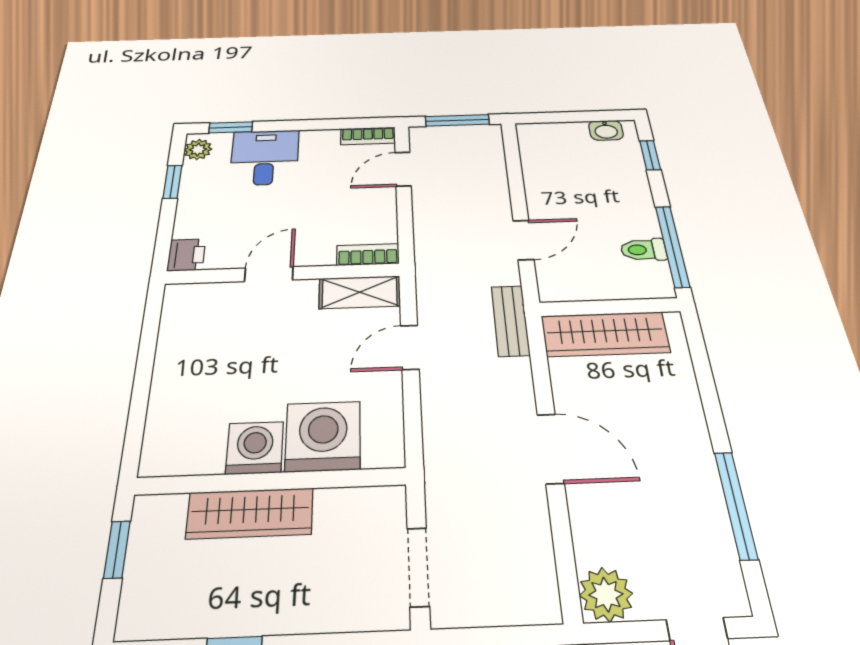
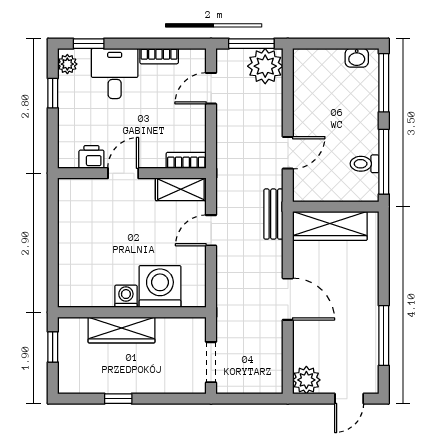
bookcase: (368, 136) -> (159, 56), moved
plant: (479, 143) -> (265, 66), added
window: (650, 155) -> (384, 83), width x2.17
printer: (186, 255) -> (91, 157), moved, turned -90
washing machine: (255, 448) -> (126, 296), width x0.73, depth x0.73

